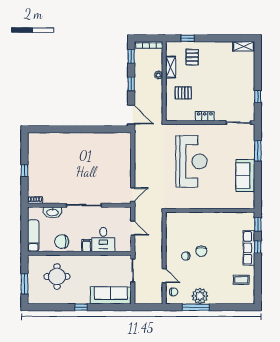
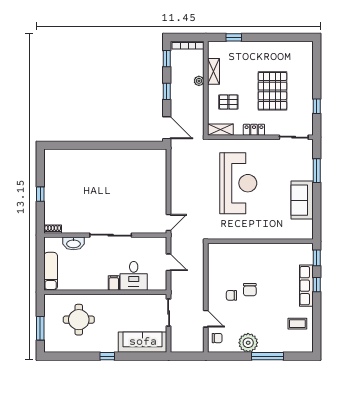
shelving: (244, 46) -> (220, 130), moved
pallet: (192, 57) -> (272, 91), moved, width x2.05, depth x2.00
chair: (62, 242) -> (84, 278), removed
window: (196, 307) -> (267, 356), moved

